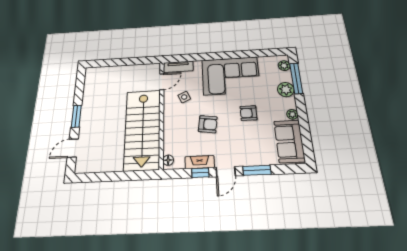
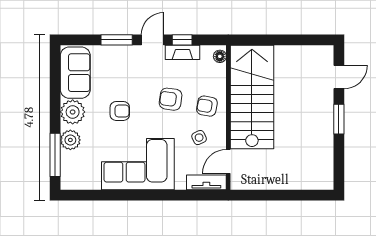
plant: (284, 66) -> (68, 174), removed
plant: (292, 114) -> (73, 112), width x1.88, depth x1.88
armchair: (178, 120) -> (207, 106), added

